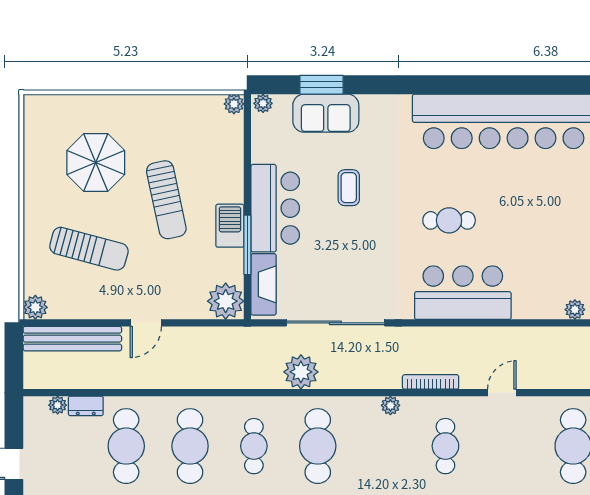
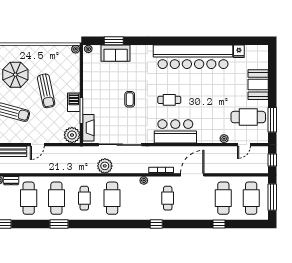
coffee table: (349, 188) -> (130, 99), moved
bar counter: (275, 208) -> (94, 95), removed
door: (502, 393) -> (192, 175), width x1.88

